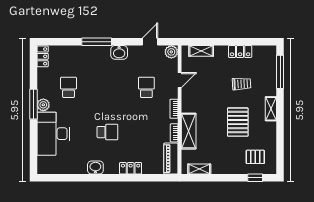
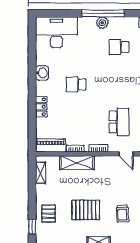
school desk: (69, 87) -> (119, 47), turned 180
school desk: (146, 87) -> (119, 122), width x1.85
window: (33, 104) -> (103, 13), width x1.46
school desk: (107, 132) -> (76, 84), turned 90
desk: (53, 134) -> (56, 32), moved
pallet: (255, 157) -> (49, 214), moved

